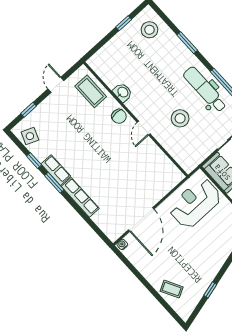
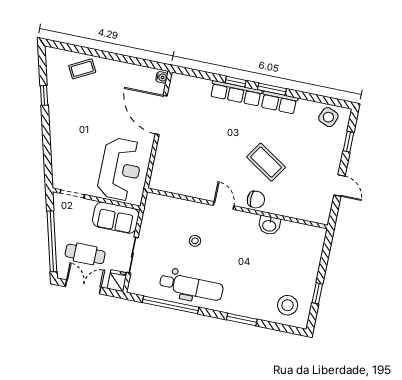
coffee table: (91, 91) -> (266, 162), moved, turned 33
chair: (119, 116) -> (256, 200), turned 180
stool: (180, 118) -> (195, 241), width x0.53, depth x0.53
window: (34, 161) -> (236, 82), moved

